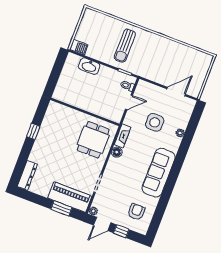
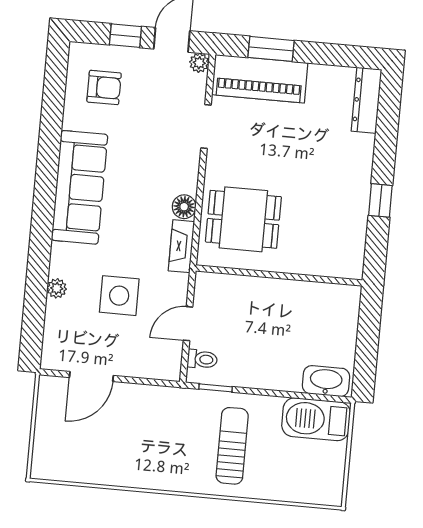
barbecue: (79, 47) -> (316, 419), width x1.88, depth x1.53
washbasin: (89, 66) -> (326, 381), moved
dining table: (93, 140) -> (243, 219), turned 90
armchair: (136, 212) -> (104, 87), turned -90

